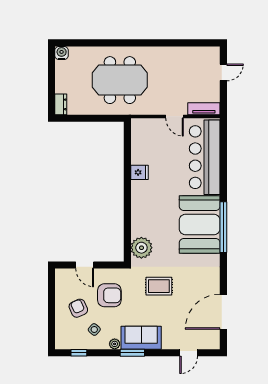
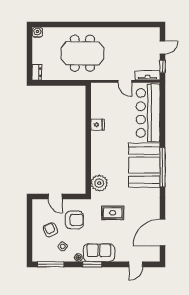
window: (223, 97) -> (163, 66), added
window: (79, 353) -> (51, 264), width x2.17

